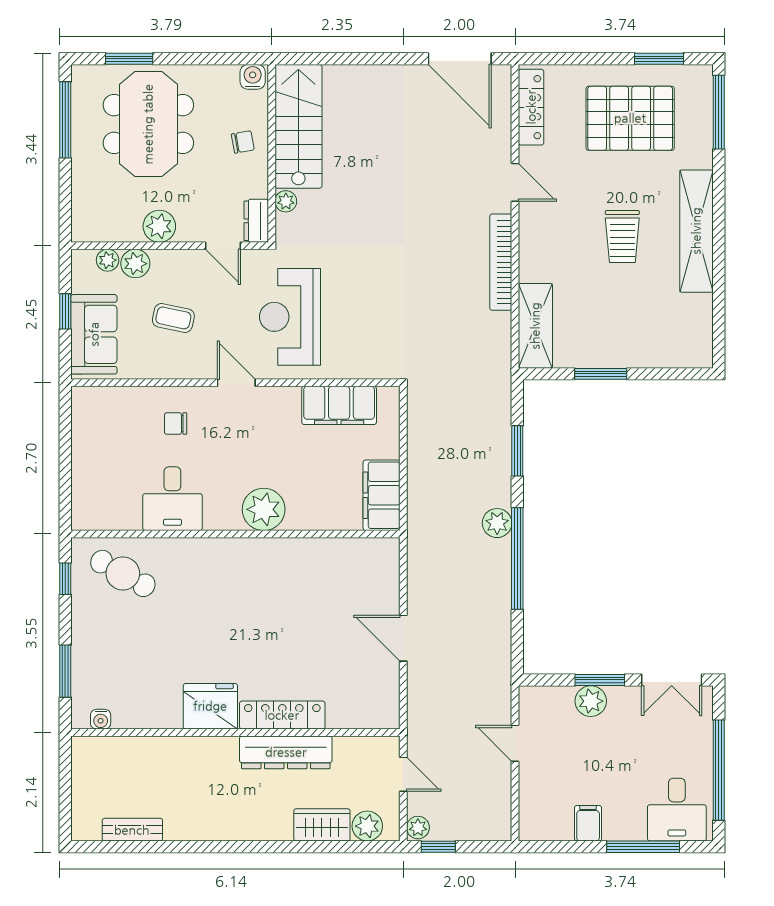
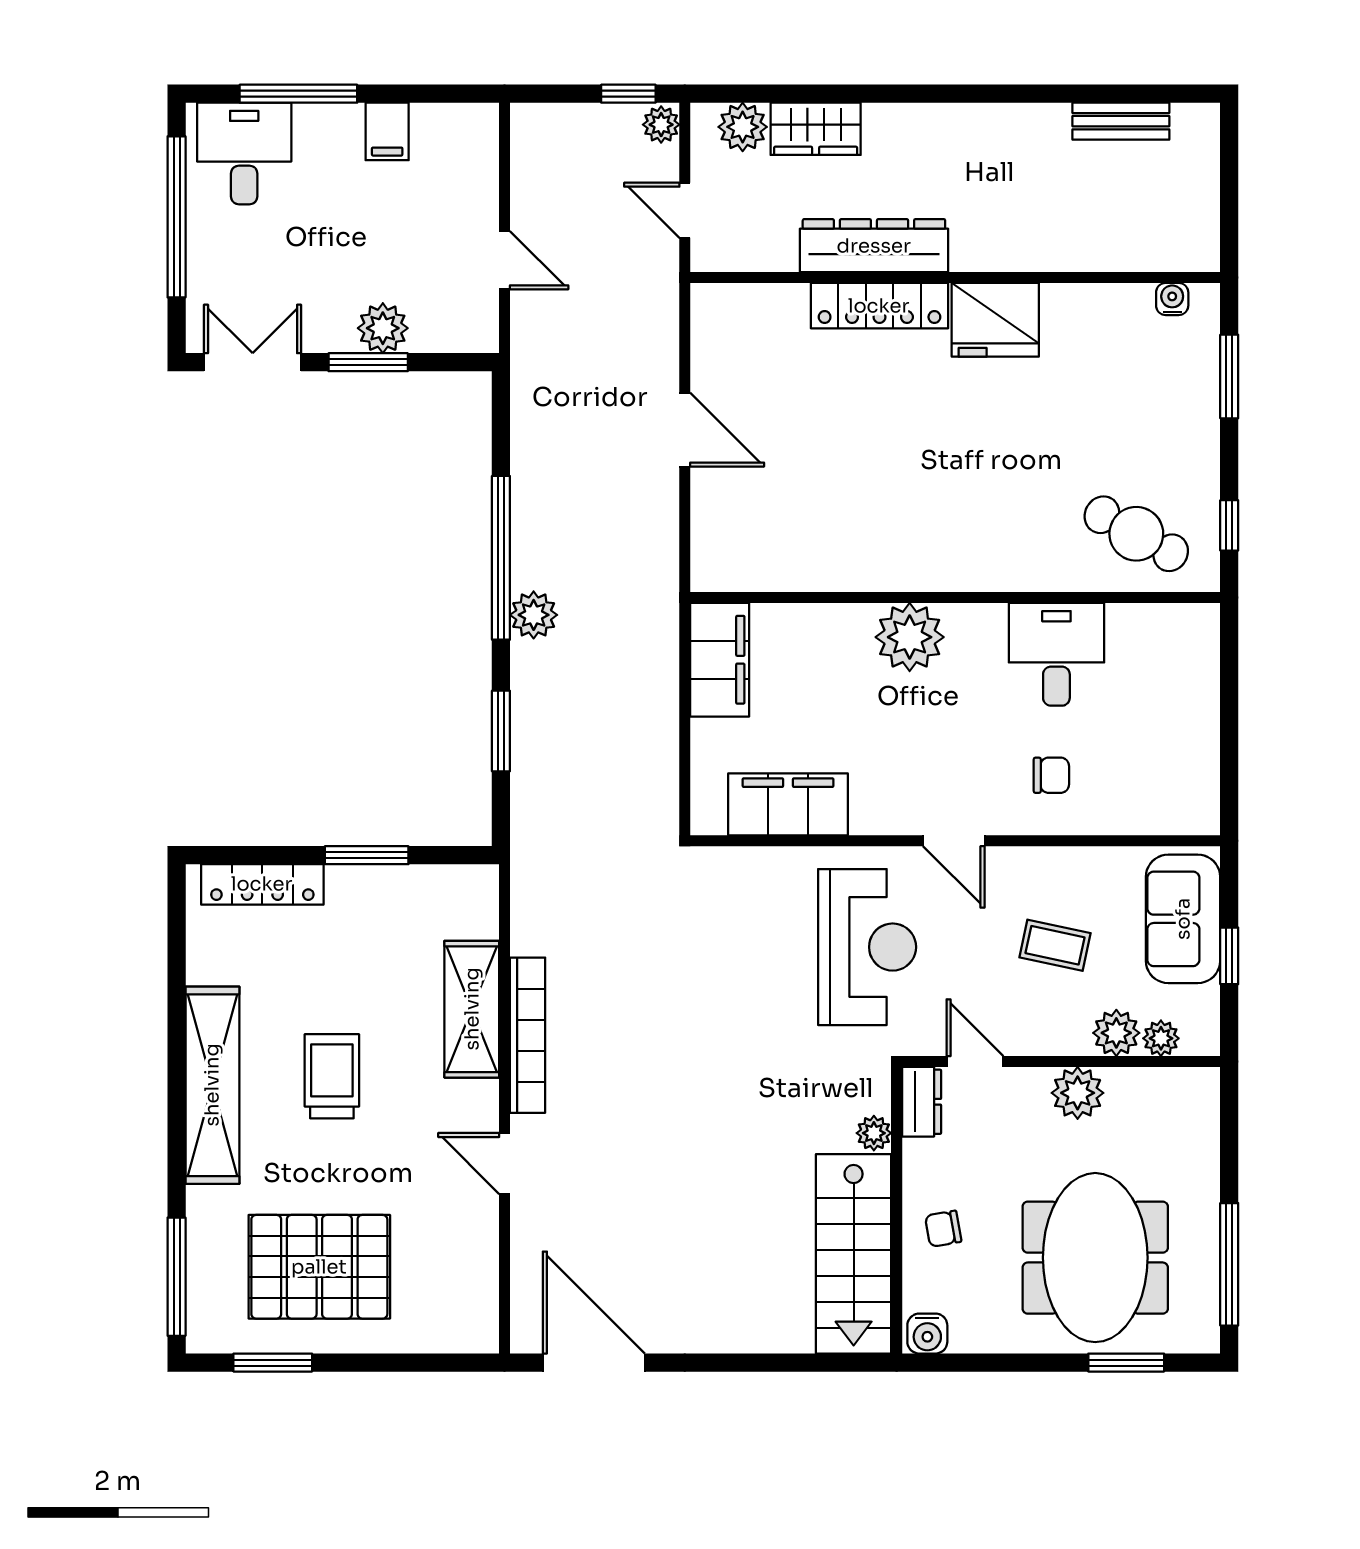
locker: (531, 107) -> (262, 884), moved, turned -90
shelving: (535, 326) -> (472, 1009), moved

